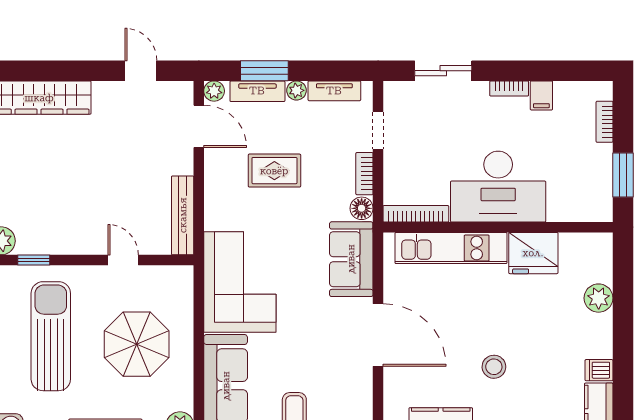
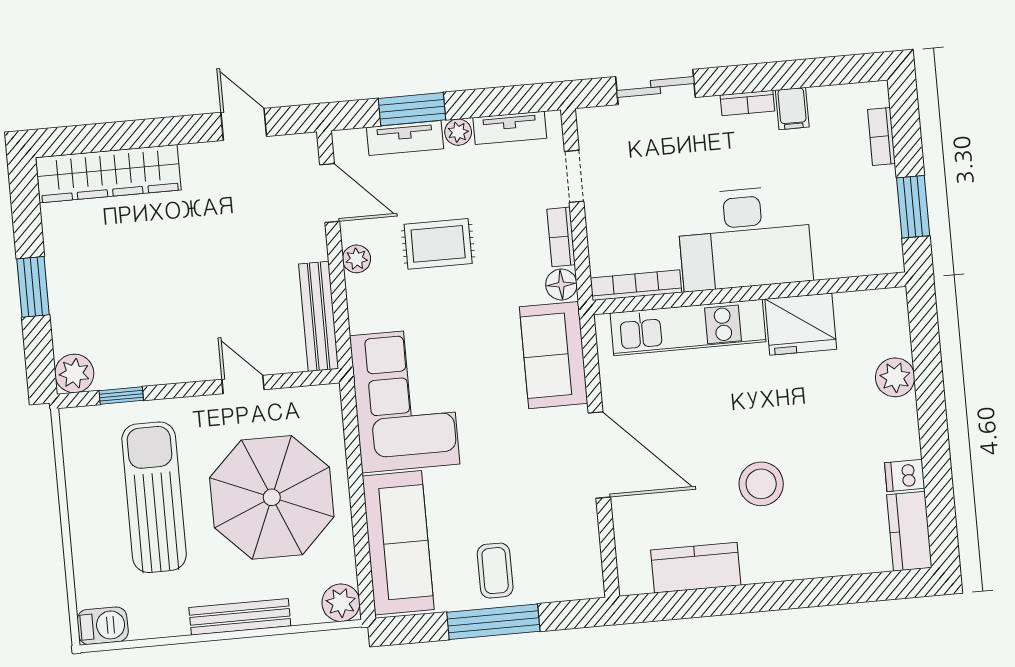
plant: (214, 91) -> (357, 259), moved
parasol: (137, 344) -> (272, 497), width x1.36, depth x1.36
stool: (494, 367) -> (761, 484), width x1.38, depth x1.38

